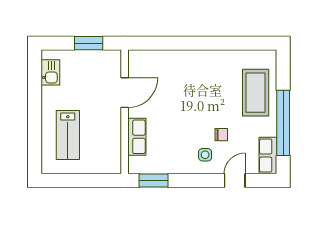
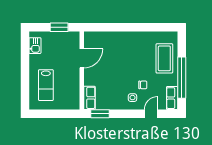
row of seats: (137, 137) -> (89, 98), moved

